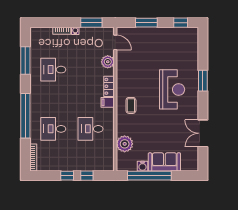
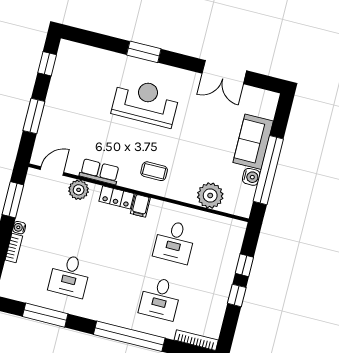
row of seats: (122, 72) -> (99, 172), added

